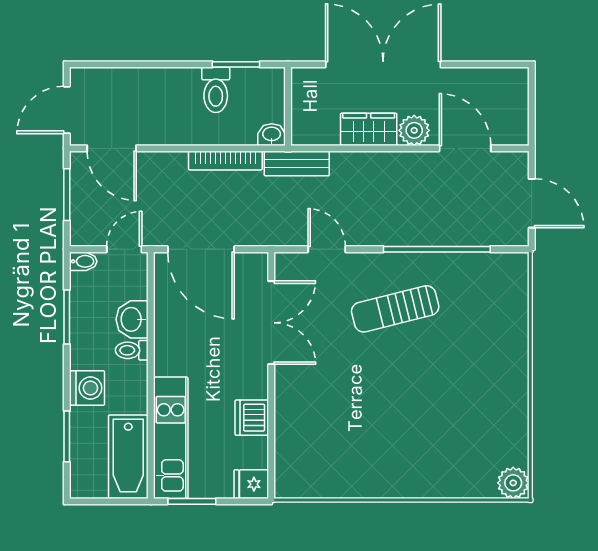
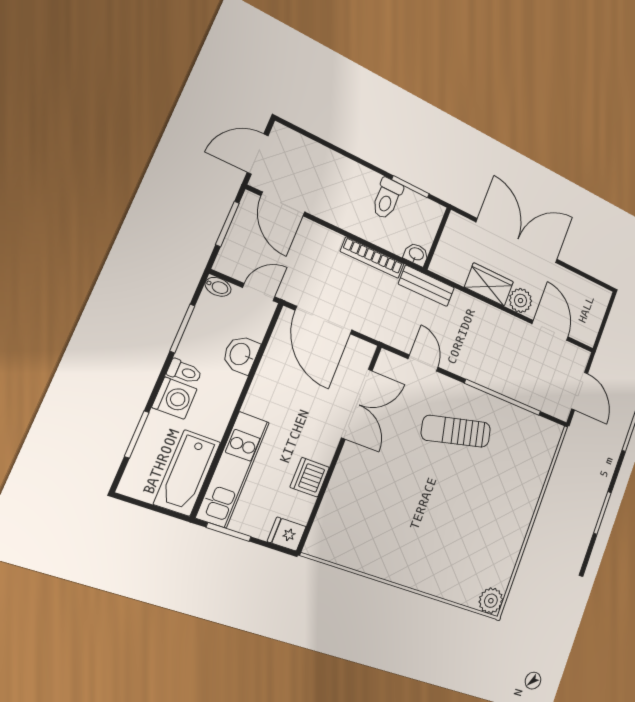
toilet: (132, 350) -> (184, 372), moved, turned 180

